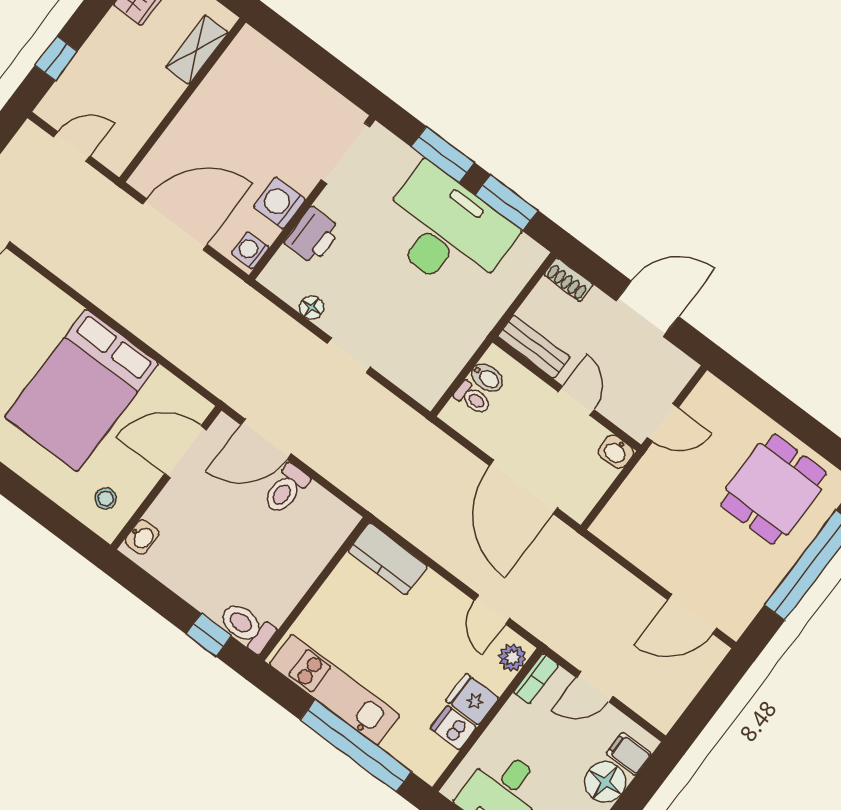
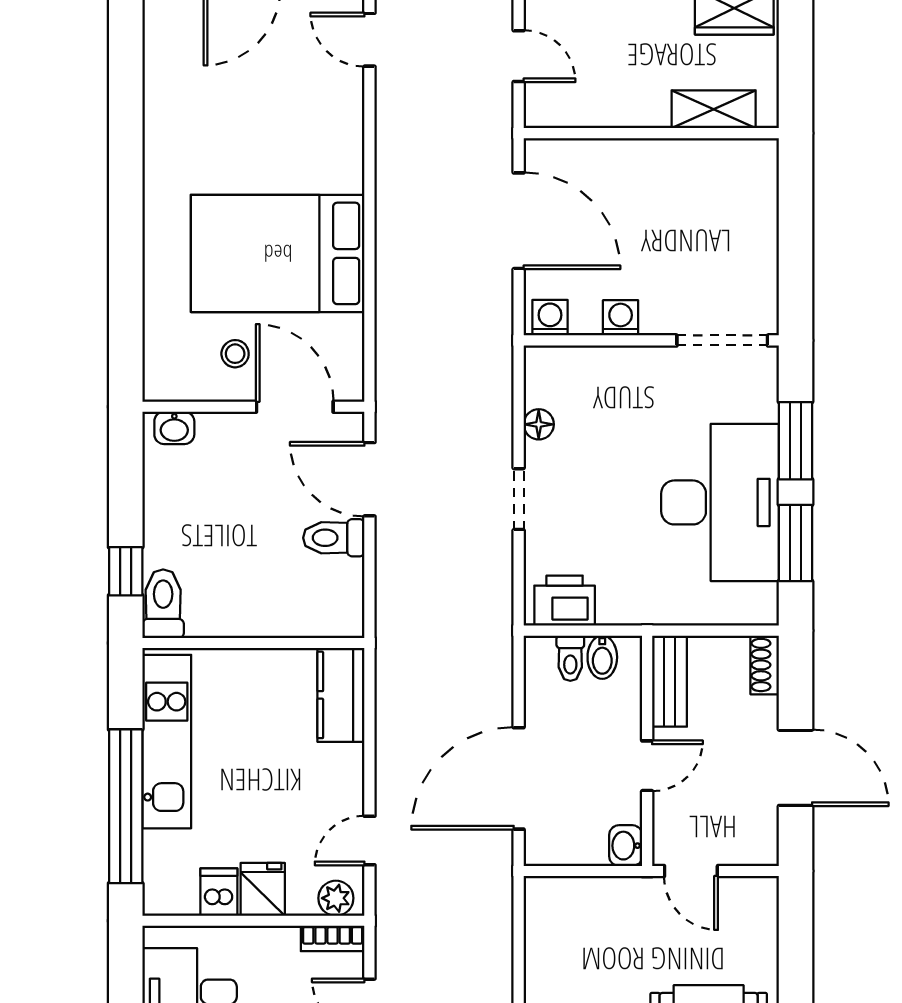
washing machine: (279, 203) -> (621, 318), width x0.73, depth x0.73
printer: (313, 236) -> (565, 601), moved, turned 180
stool: (106, 498) -> (235, 354), moved

